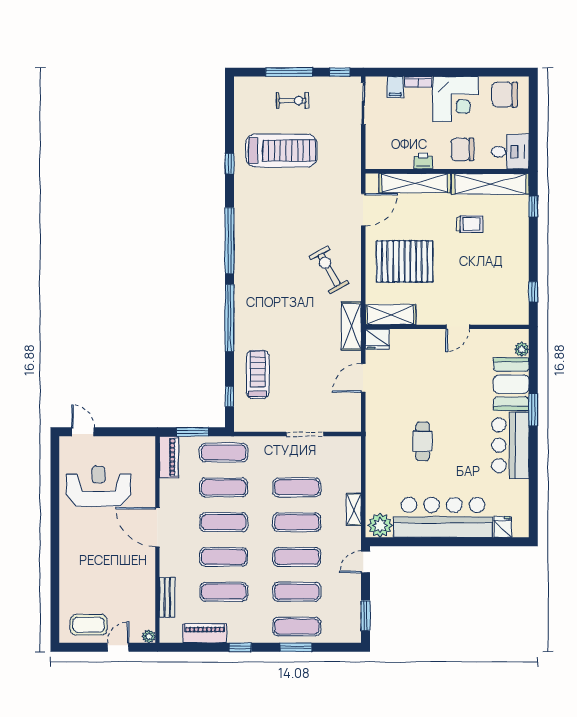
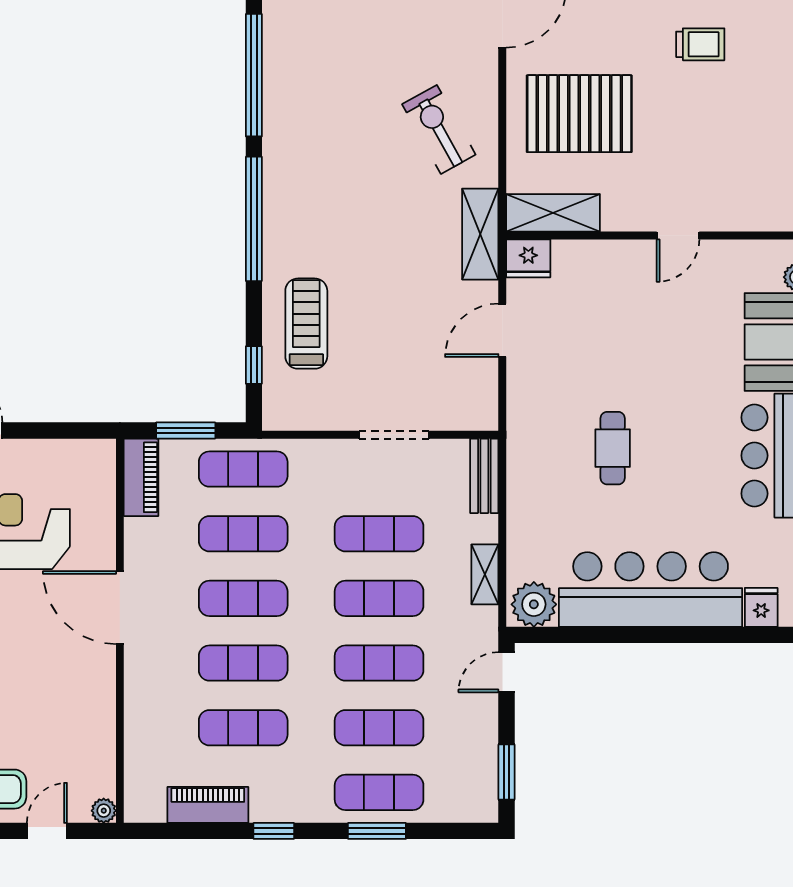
bench: (167, 597) -> (484, 476), moved

